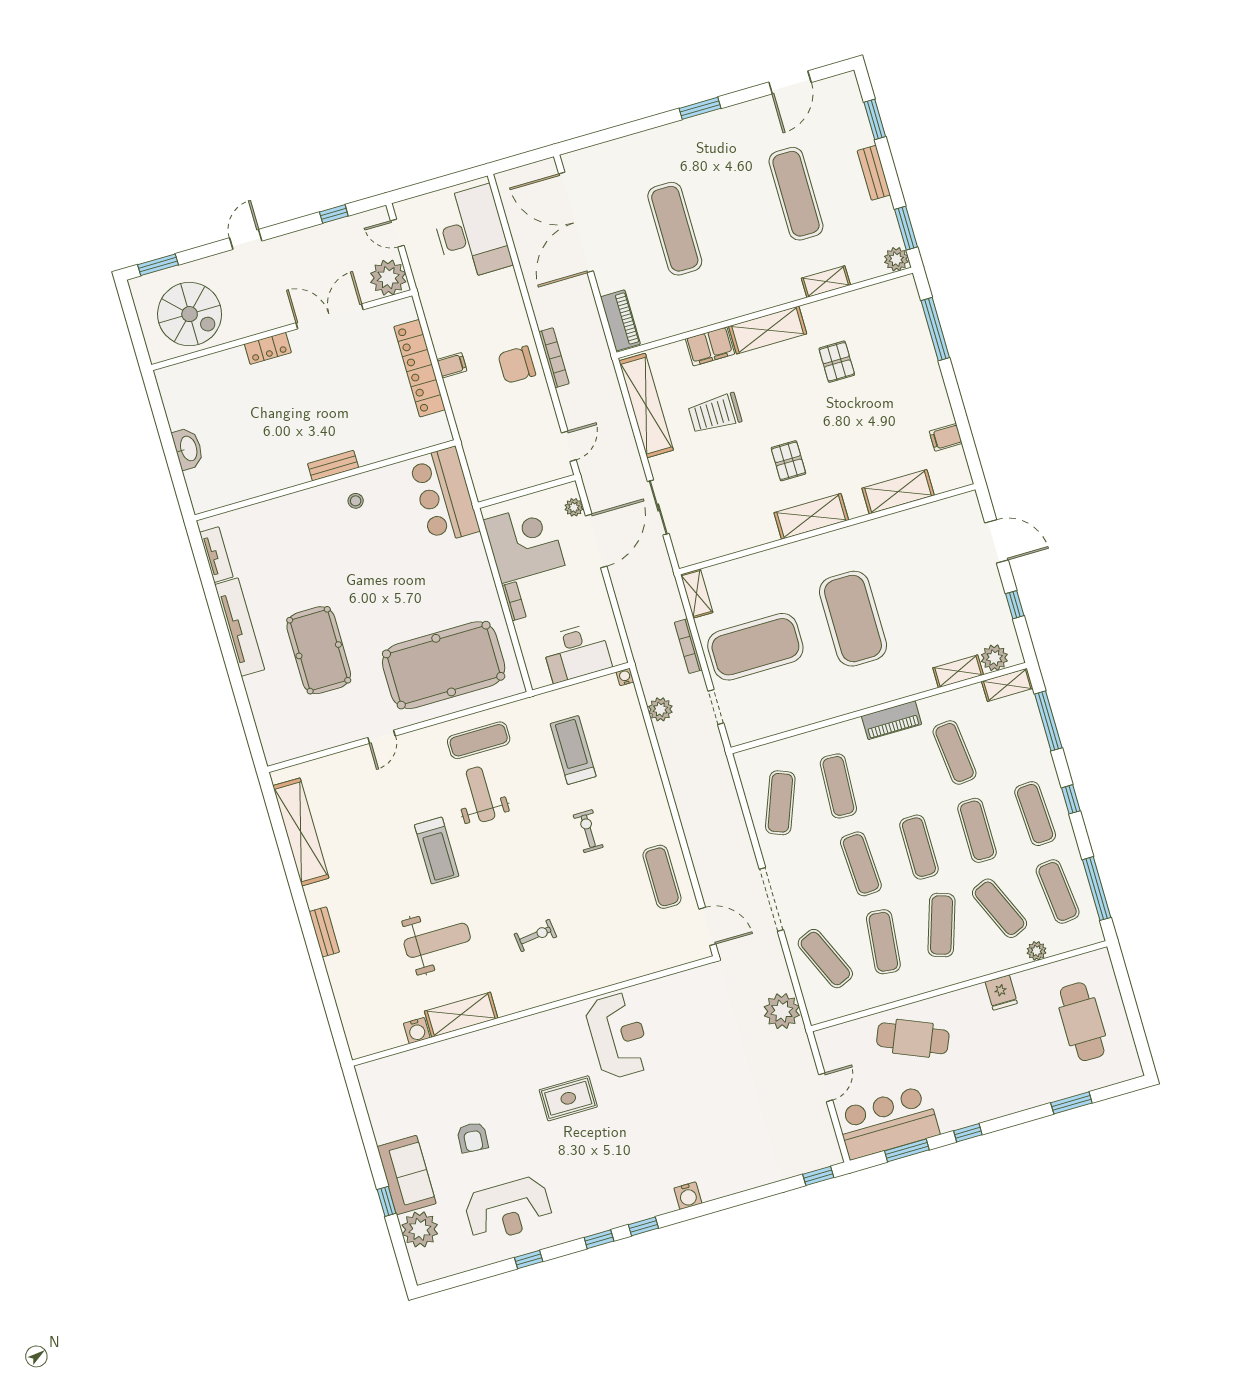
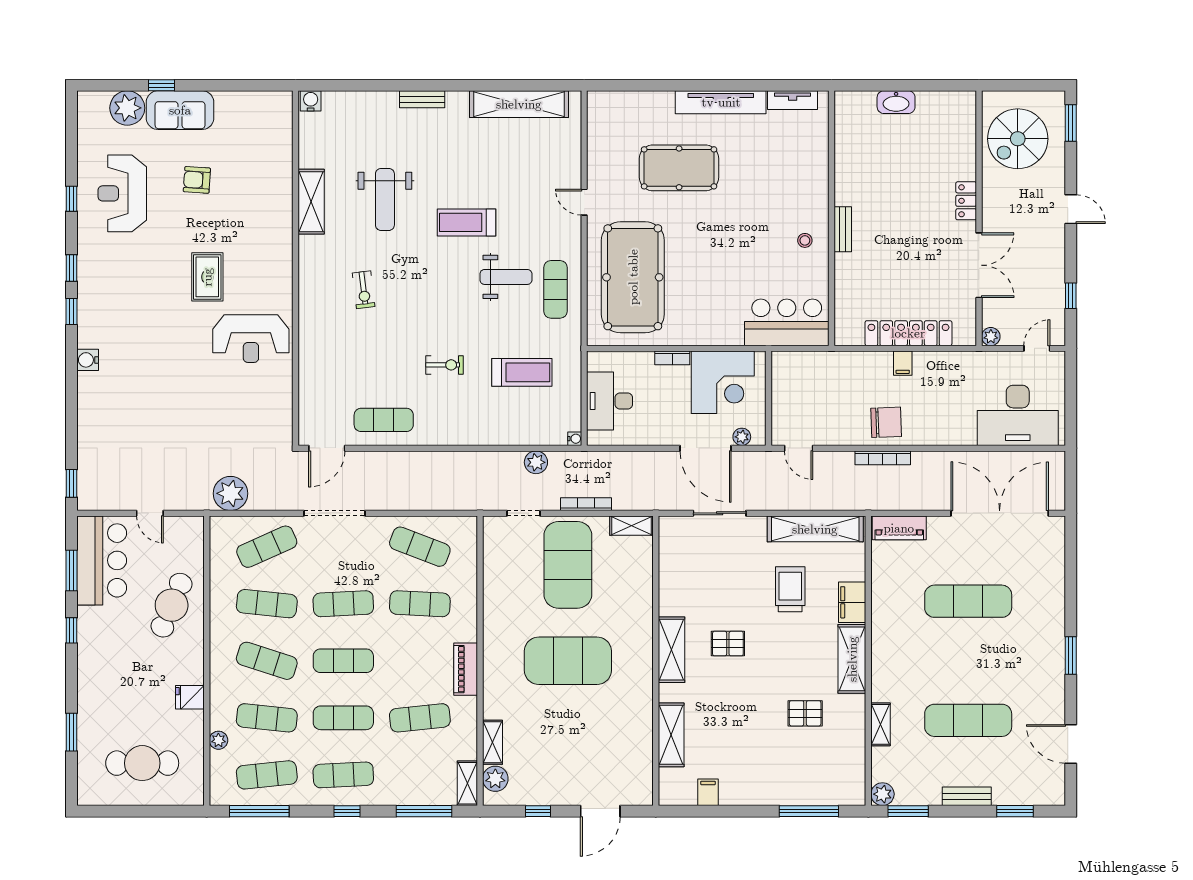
plant: (388, 278) -> (991, 337), width x0.53, depth x0.53
chair: (517, 365) -> (886, 422), turned 88
exercise mat: (1000, 908) -> (267, 718), turned 30
water cooler: (417, 1031) -> (311, 101), moved, turned 90

